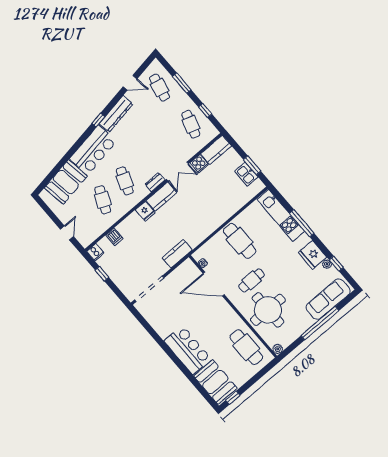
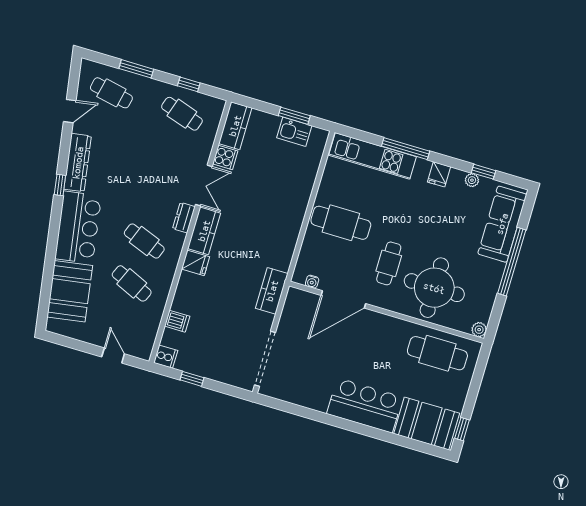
fridge: (312, 255) -> (439, 174), width x0.53, depth x0.75

